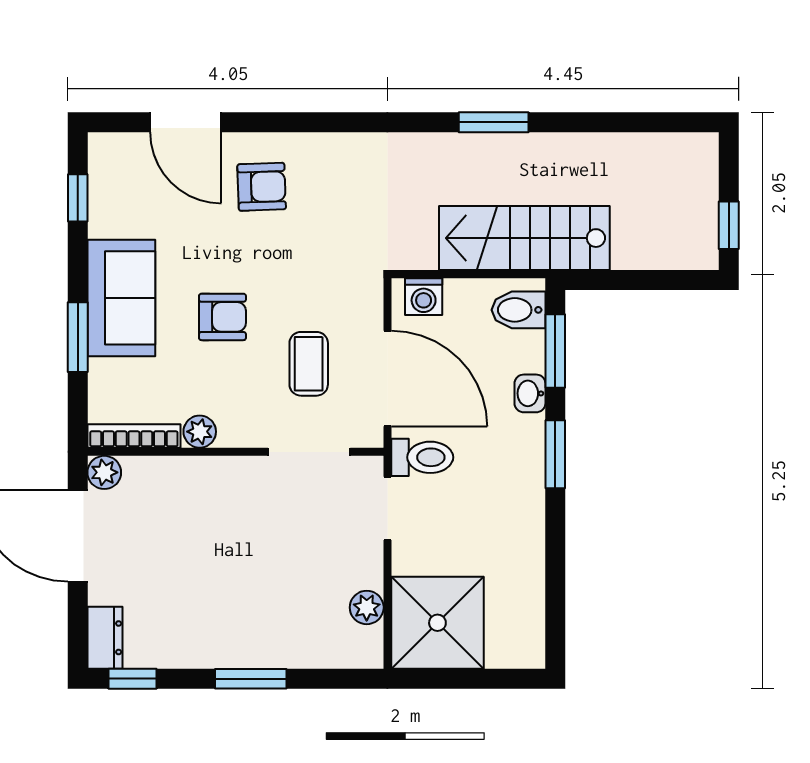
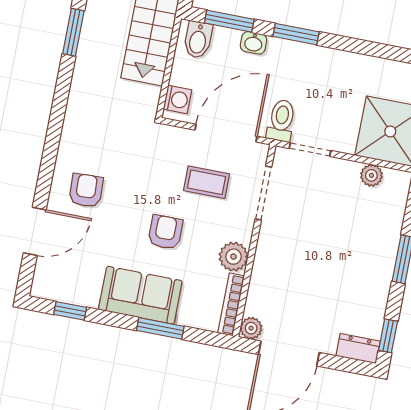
plant: (200, 432) -> (234, 257), width x1.38, depth x1.38

